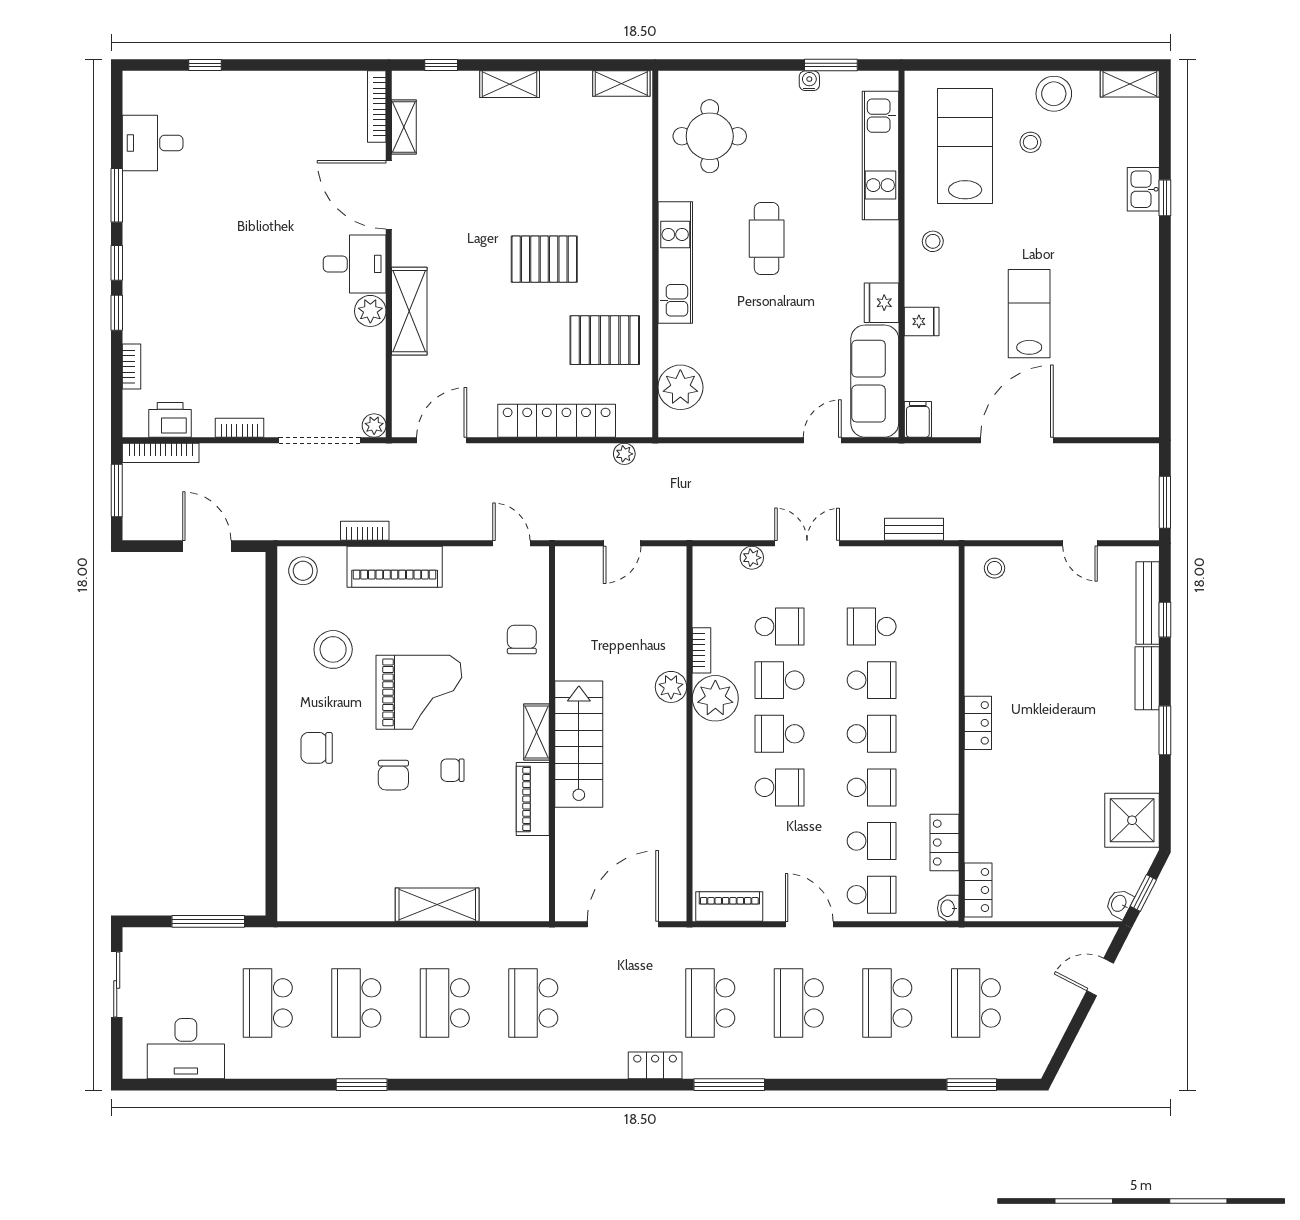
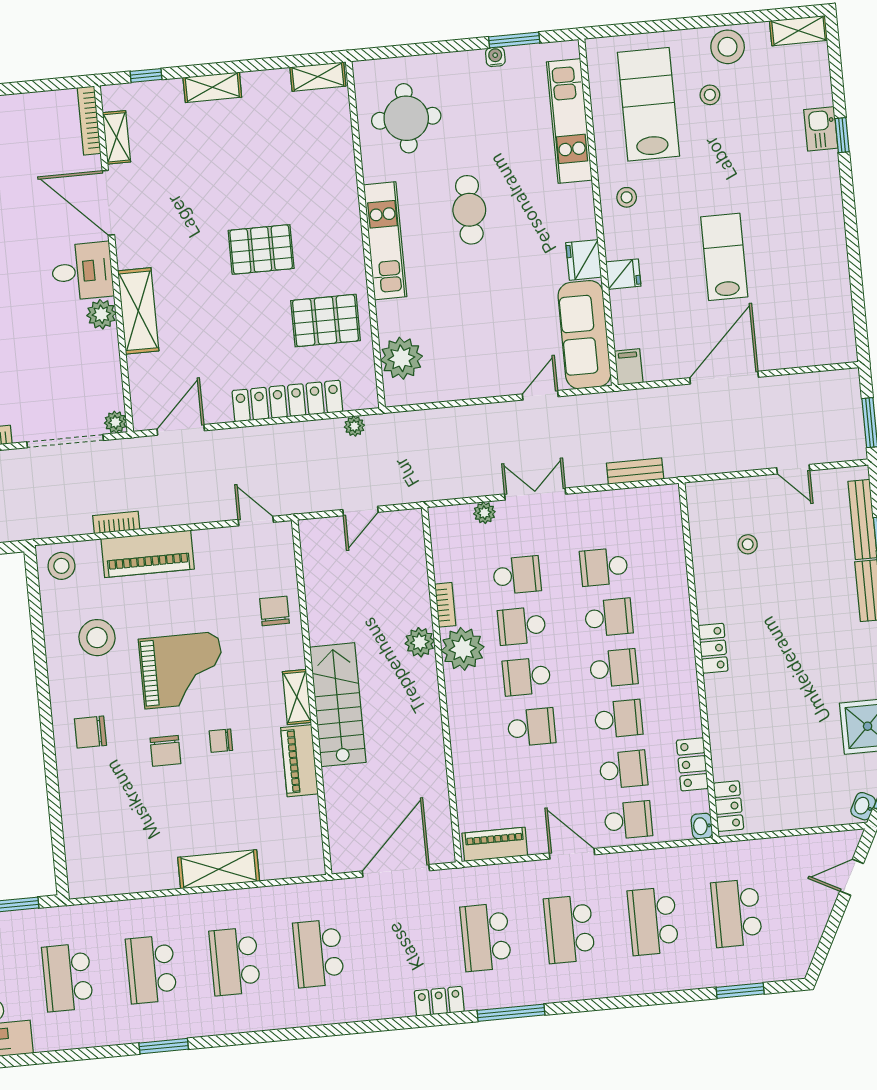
stool: (994, 568) -> (748, 544), moved

